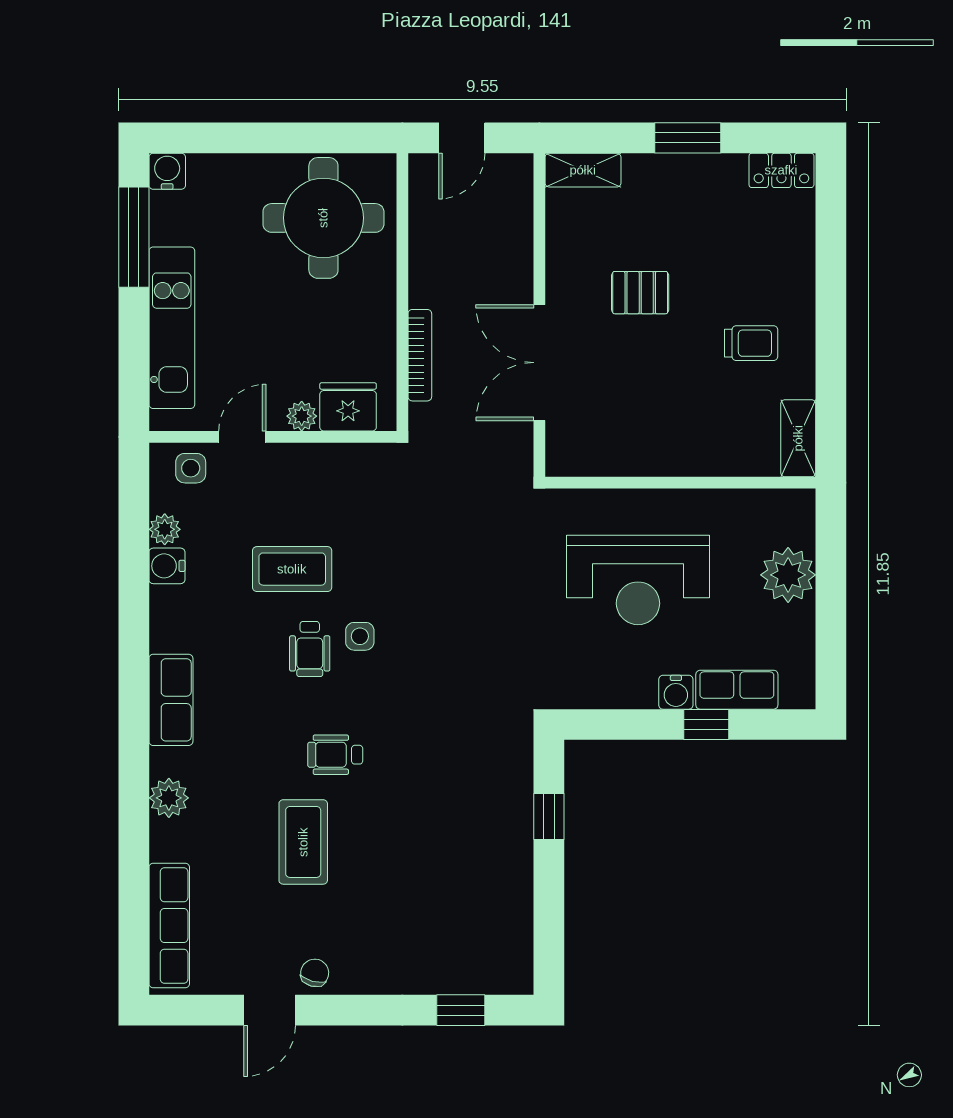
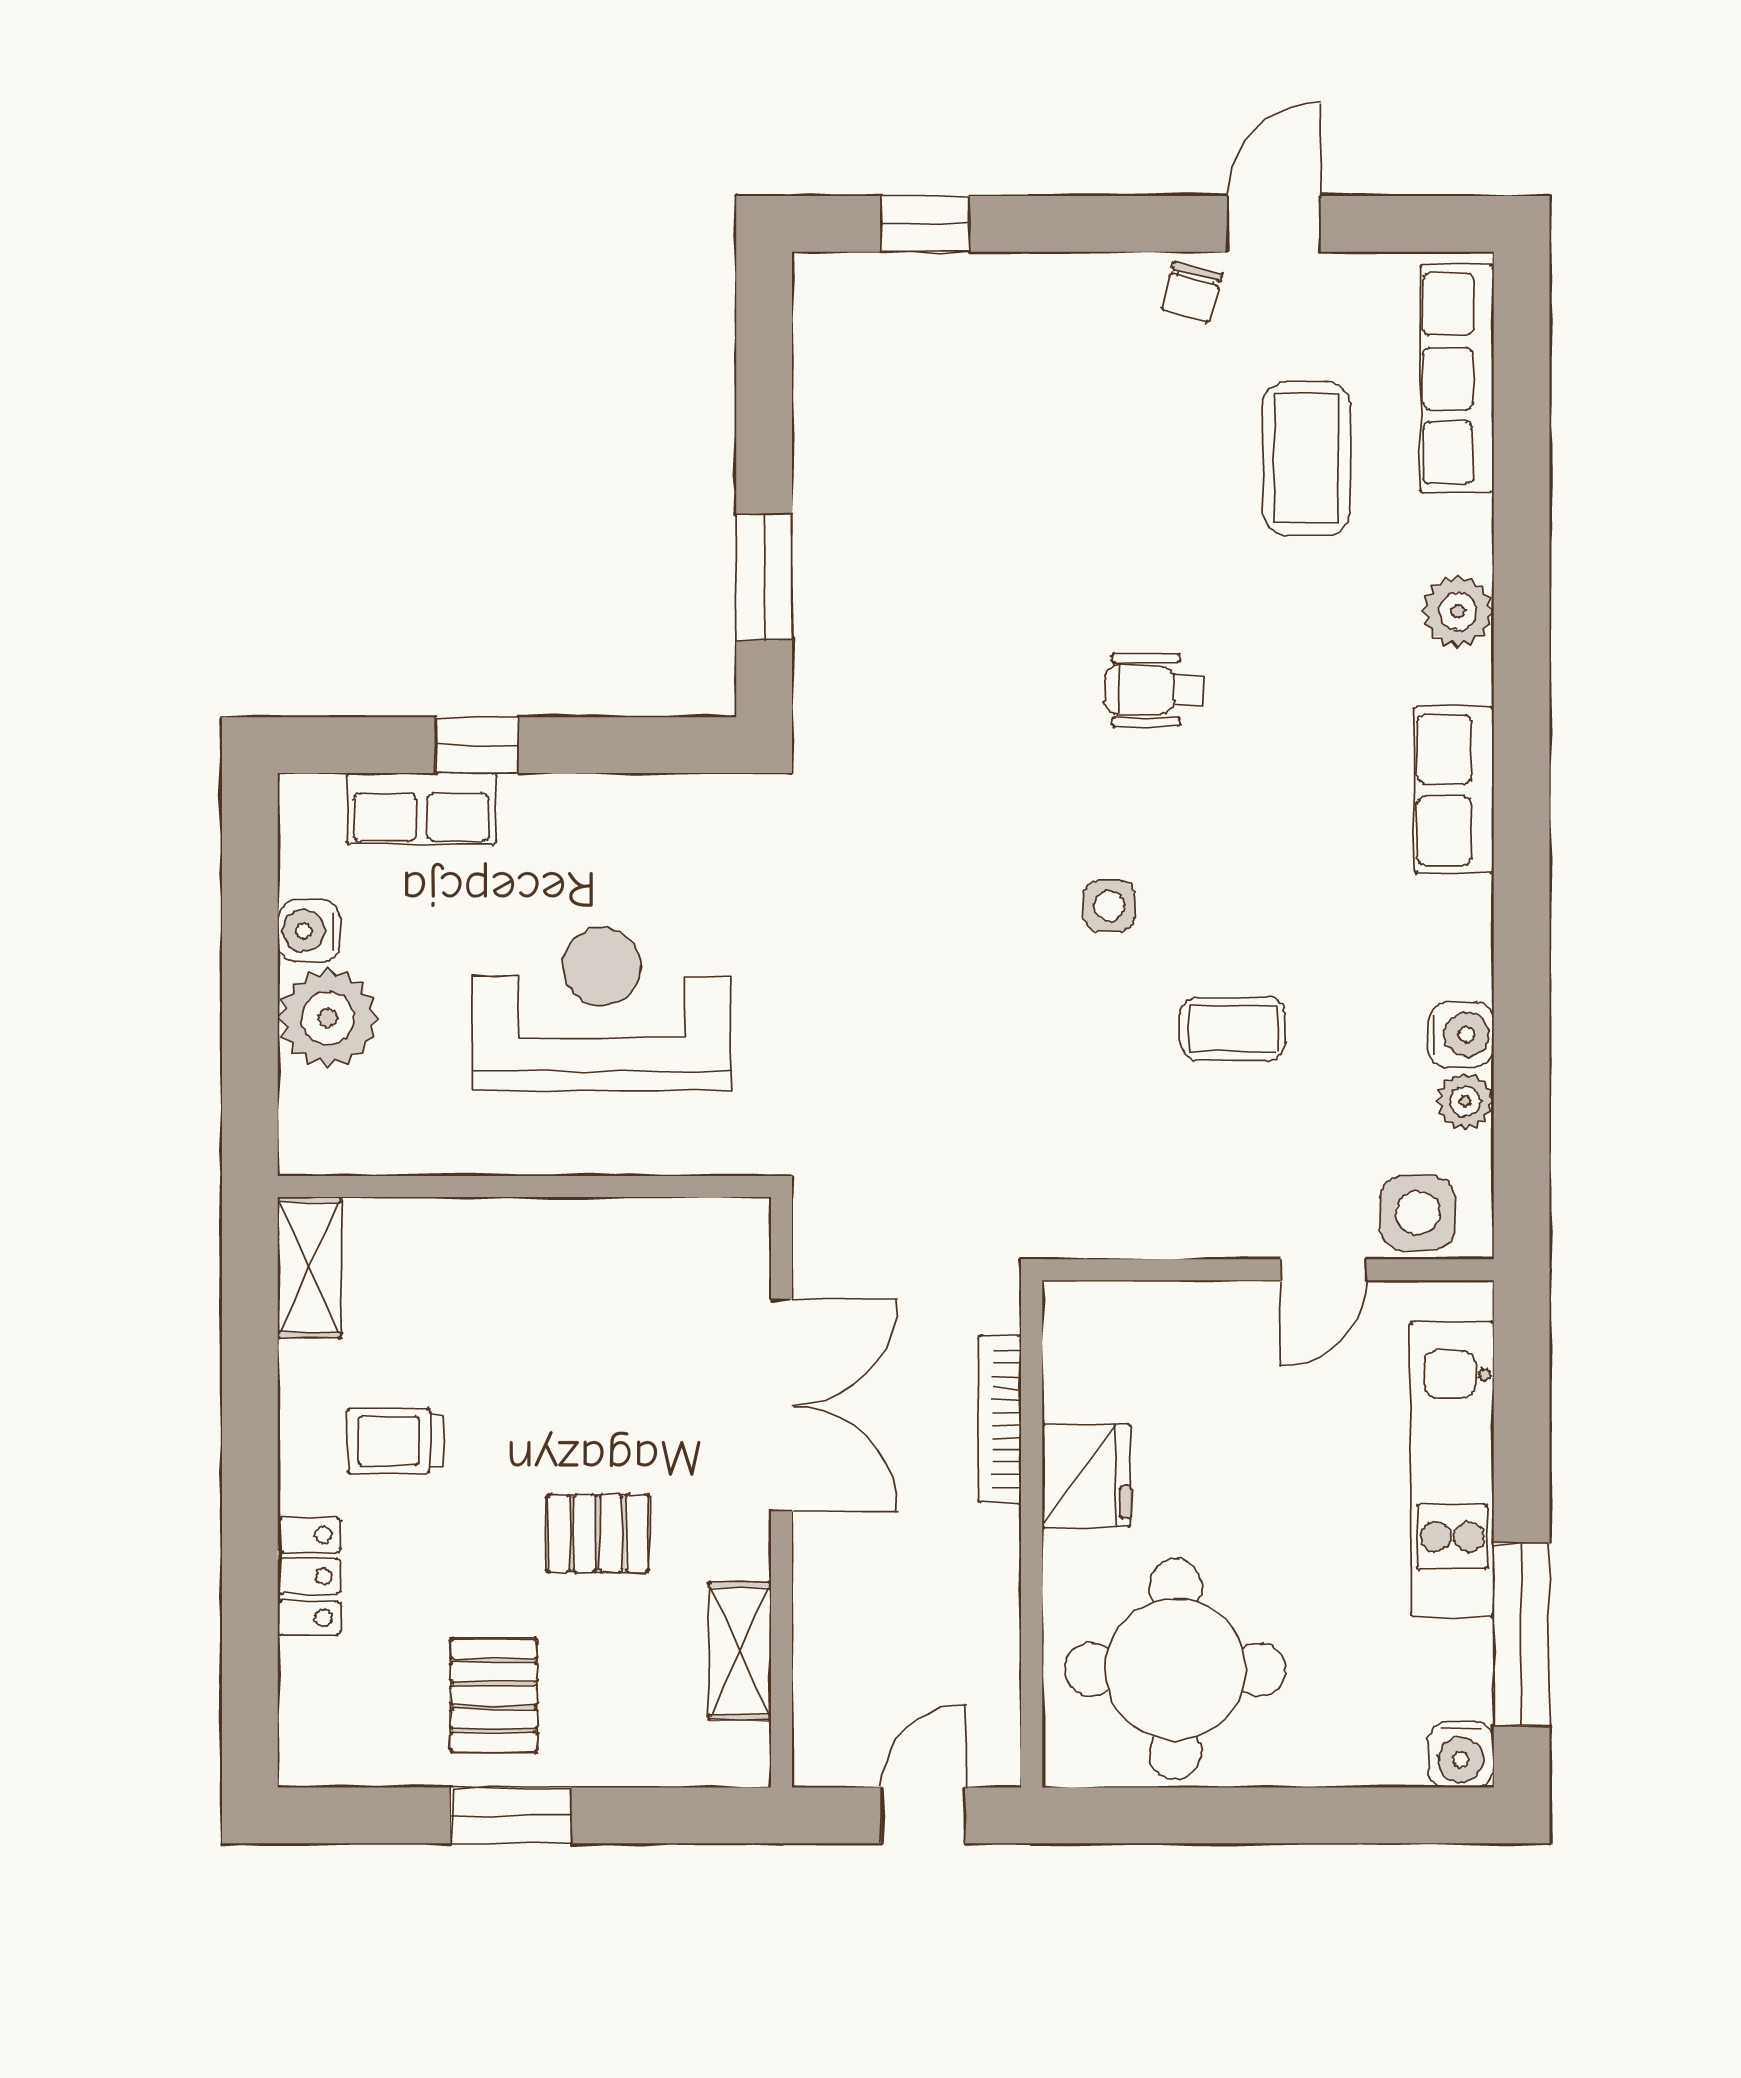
shelving: (583, 170) -> (740, 1651), moved, turned 90
locker: (781, 170) -> (309, 1576), moved, turned 90
pallet: (697, 204) -> (494, 1695), added
fridge: (348, 407) -> (1086, 1475), moved, turned -90
plant: (302, 416) -> (1215, 1308), removed
side table: (191, 468) -> (1418, 1213), width x1.37, depth x1.37
coffee table: (292, 569) -> (1233, 1029), width x0.73, depth x0.77
wheelchair: (310, 649) -> (1201, 883), removed
water cooler: (676, 692) -> (309, 931), moved, turned -90
wheelchair: (335, 755) -> (1154, 690), turned 180
window: (549, 817) -> (764, 577), width x1.50
coffee table: (303, 842) -> (1306, 459), moved

